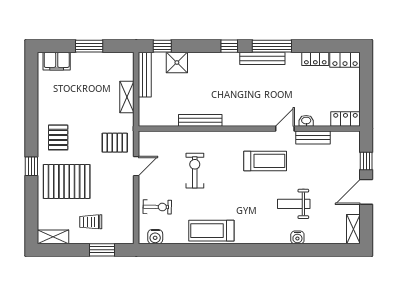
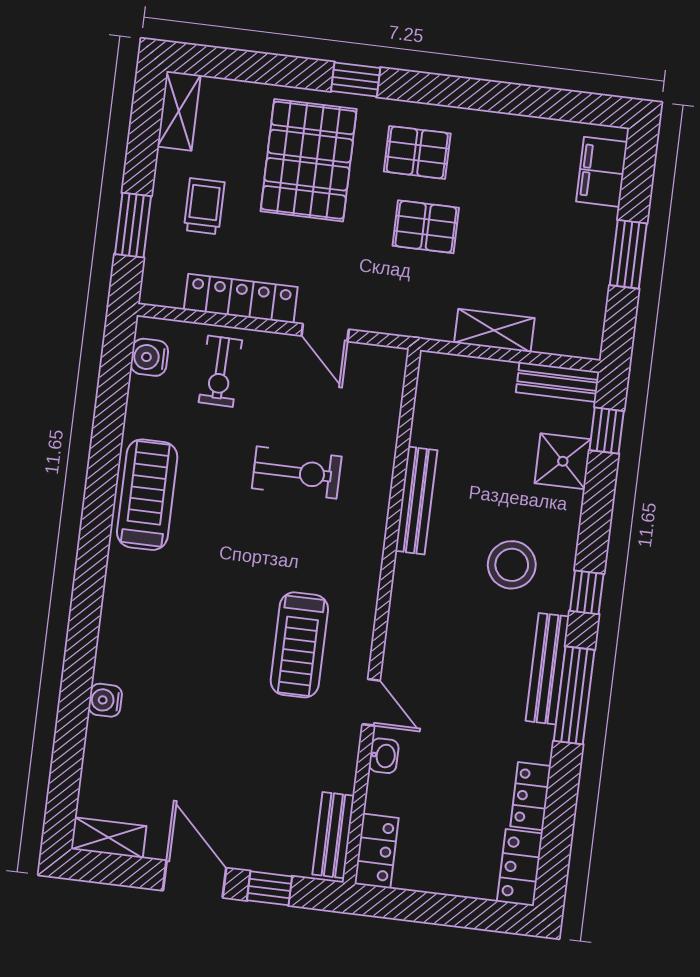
bench: (145, 75) -> (558, 382), width x0.73
stool: (222, 78) -> (512, 565), added
bench: (313, 137) -> (333, 835), moved
pallet: (115, 143) -> (426, 227), moved, turned 90
locker: (126, 202) -> (241, 298), added
weight bench: (294, 204) -> (187, 701), removed

